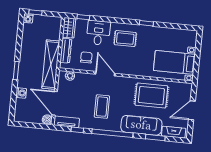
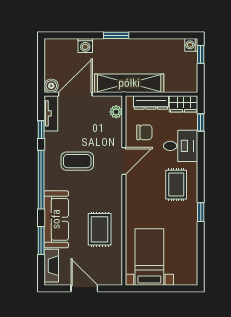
rug: (151, 96) -> (100, 229), width x0.73, depth x0.70

